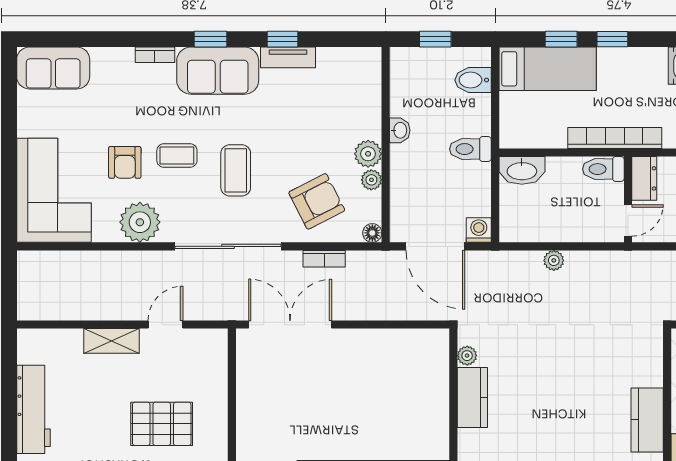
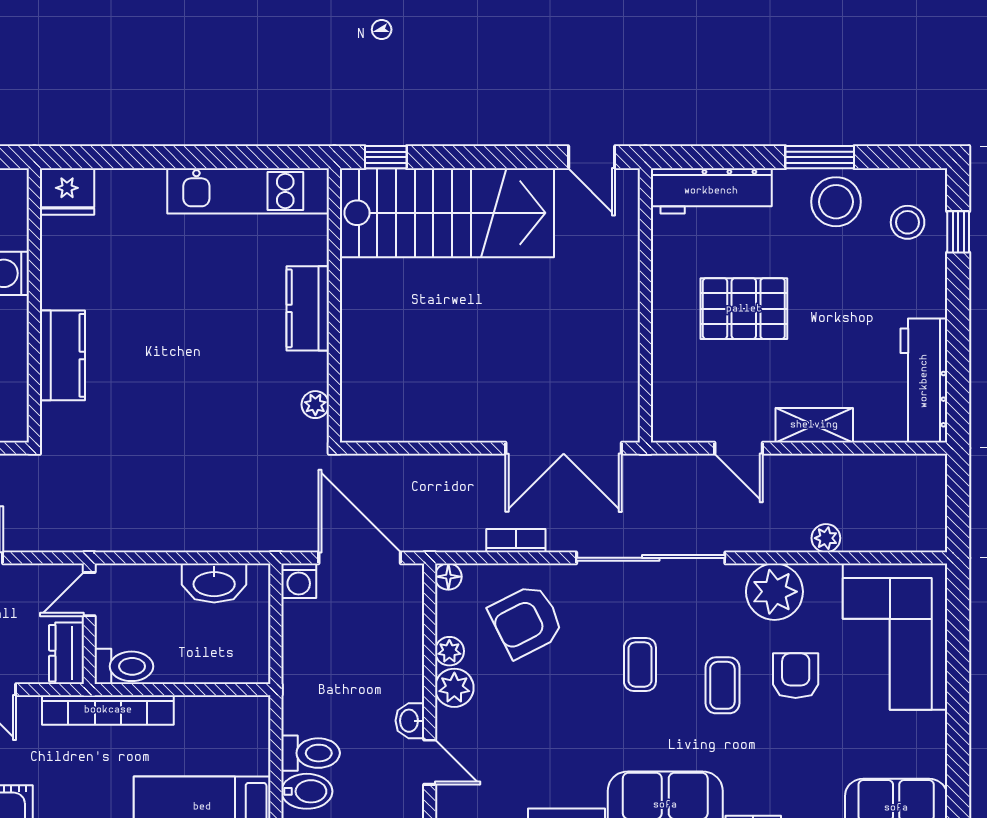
door: (386, 101) -> (430, 762), added
toilet: (470, 149) -> (311, 753), moved
coffee table: (177, 156) -> (722, 685), turned 90
coffee table: (236, 170) -> (640, 664), width x0.73, depth x0.77
washbasin: (522, 170) -> (214, 583), moved, turned 180
plant: (554, 260) -> (826, 538), moved
door: (165, 325) -> (739, 448), hinge flipped
kitchen counter: (472, 398) -> (308, 308), moved
workbench: (33, 409) -> (924, 381), moved
kitchen counter: (647, 420) -> (62, 355), moved

